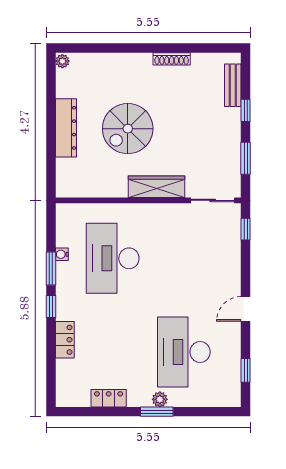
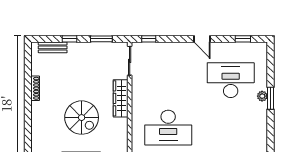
desk: (184, 352) -> (231, 80), turned 180
locker: (109, 398) -> (262, 130), removed

